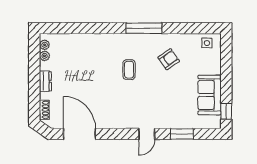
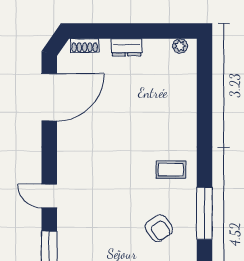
window: (144, 28) -> (204, 213), moved
plant: (45, 56) -> (164, 46), removed
coffee table: (129, 70) -> (171, 170), moved

